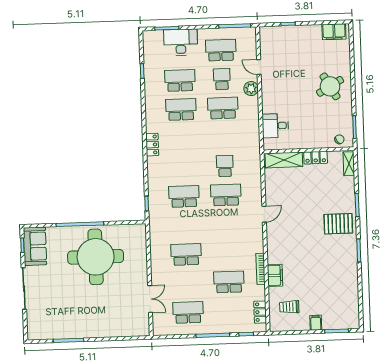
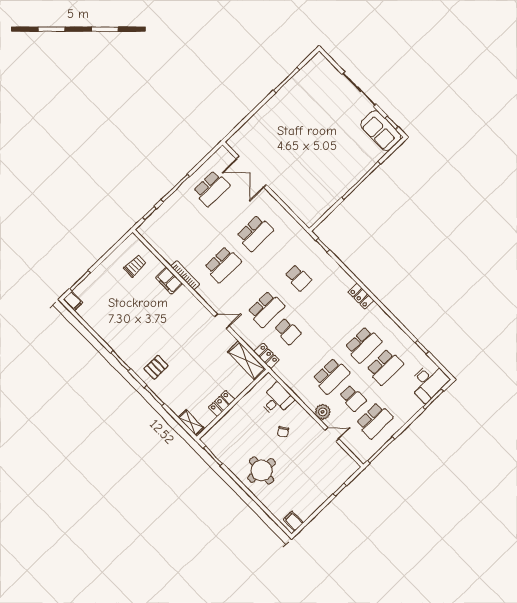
filing cabinet: (334, 32) -> (293, 521), width x0.50
desk: (181, 42) -> (428, 382), moved
round table: (330, 86) -> (261, 470), turned 35
chair: (339, 139) -> (283, 432), moved
shelving: (284, 160) -> (247, 361), moved, turned 90
school desk: (184, 196) -> (298, 278), width x0.54
door: (264, 214) -> (222, 321), swing flipped
pallet: (338, 224) -> (156, 367), width x0.67, depth x0.71
round table: (96, 257) -> (325, 166), removed
school desk: (229, 282) -> (223, 264), moved
double door: (150, 299) -> (251, 172), width x1.37
locker: (260, 312) -> (267, 356), moved
filing cabinet: (316, 323) -> (73, 301), moved

